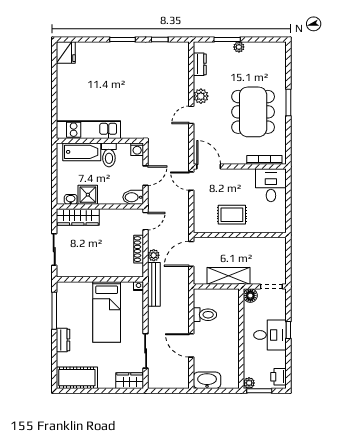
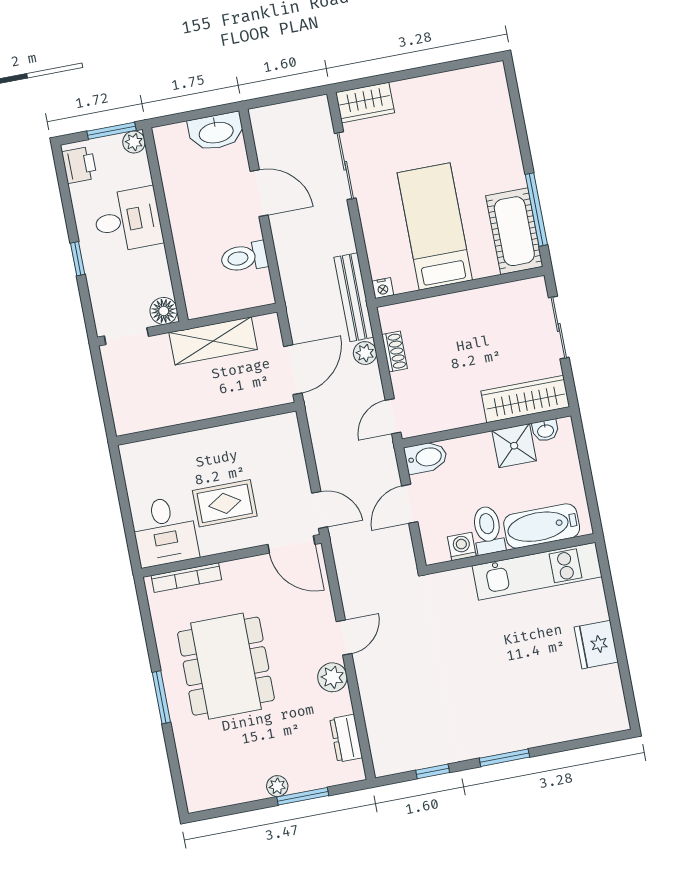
fridge: (66, 53) -> (596, 645), moved
washing machine: (137, 149) -> (462, 546), moved
rug: (232, 215) -> (225, 503), moved
shoe rack: (139, 249) -> (395, 351), width x0.70
desk: (270, 335) -> (128, 220), moved, turned 180
dresser: (63, 340) -> (509, 156), removed
cot: (77, 378) -> (514, 231), moved, turned 90

